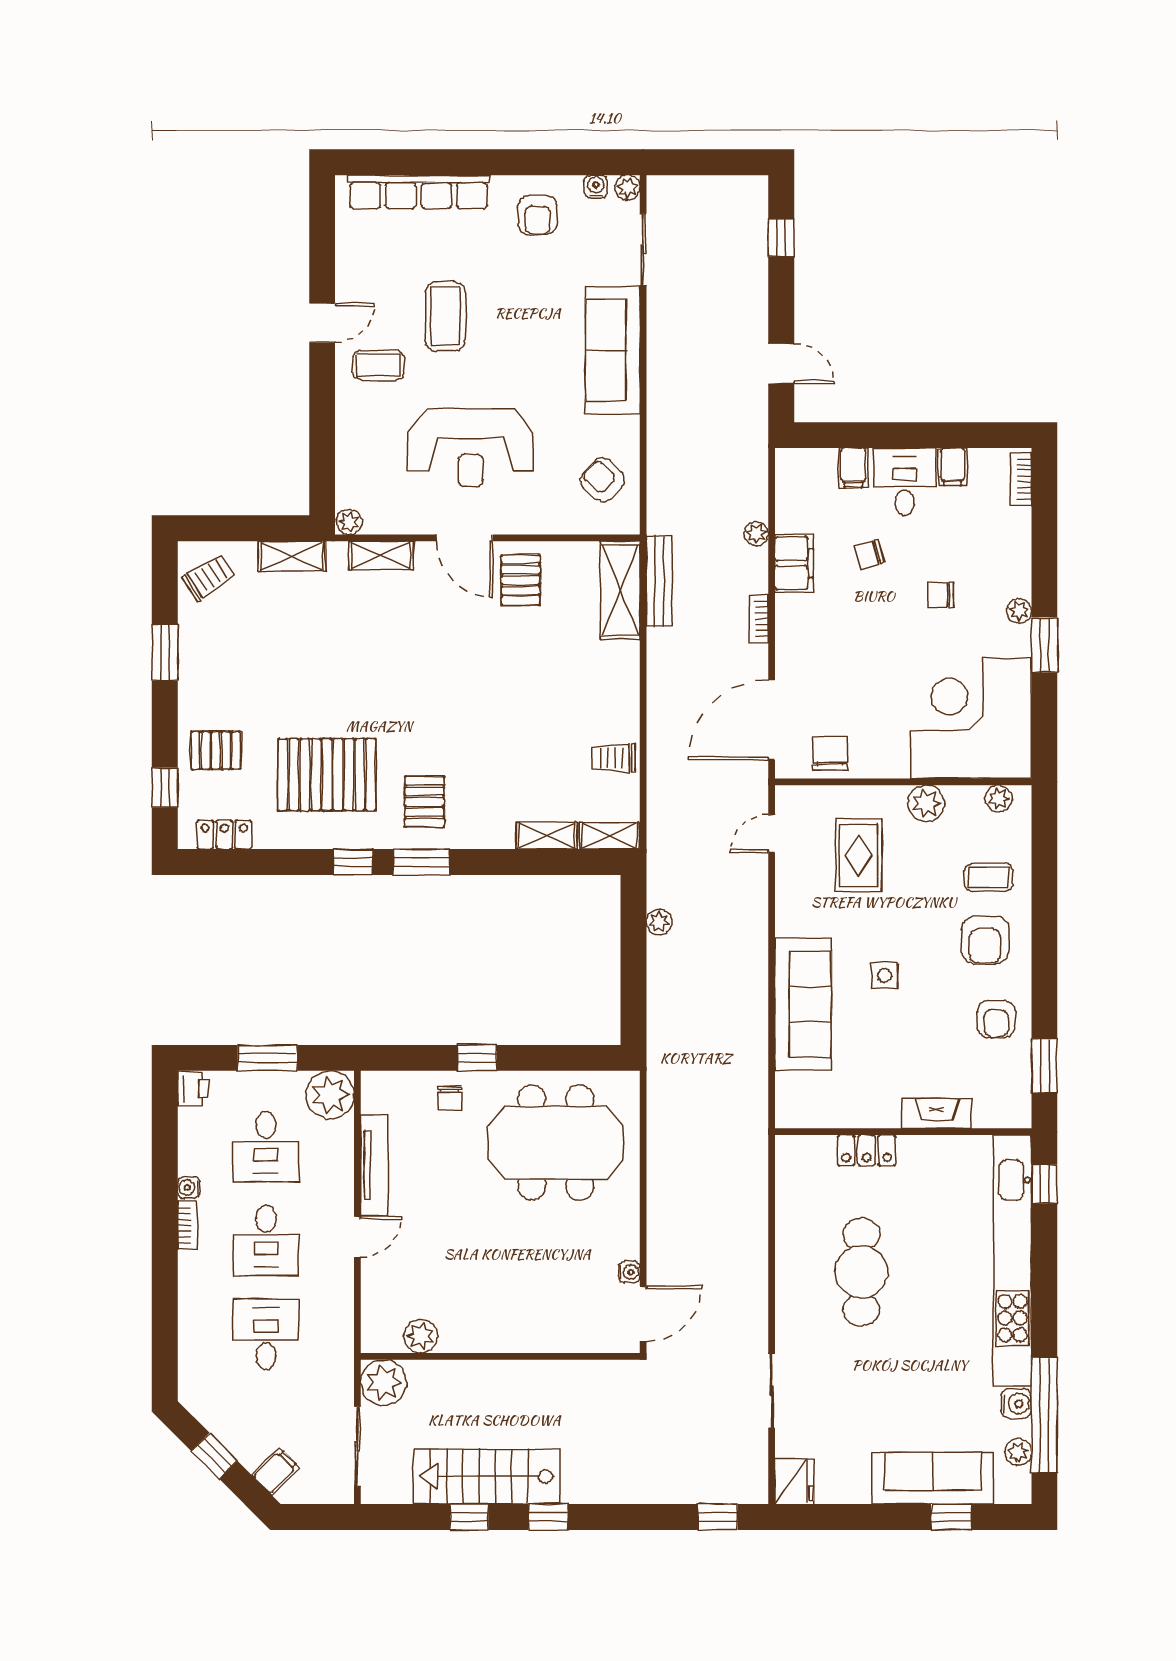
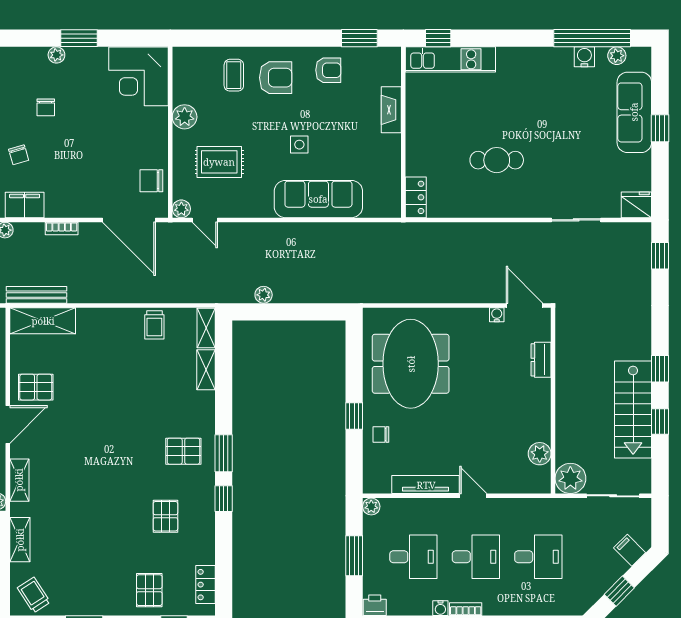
corner desk: (971, 718) -> (139, 76), width x0.74, depth x0.74
pallet: (327, 775) -> (165, 516), width x0.49, depth x0.50
plant: (999, 798) -> (181, 209), moved
plant: (330, 1095) -> (371, 506), width x0.53, depth x0.53
chair: (449, 1098) -> (381, 434), turned 180
locker: (867, 1150) -> (416, 197), moved
kitchen unit: (1013, 1260) -> (450, 59), width x0.54
cafe table: (861, 1272) -> (497, 160), width x0.73, depth x0.74
desk: (266, 1334) -> (538, 557), turned 180
dresser: (562, 1338) -> (541, 360), added
window: (952, 1517) -> (660, 128), moved

